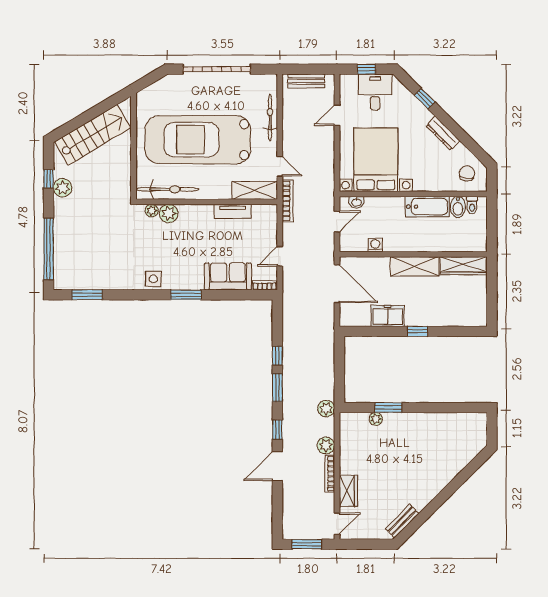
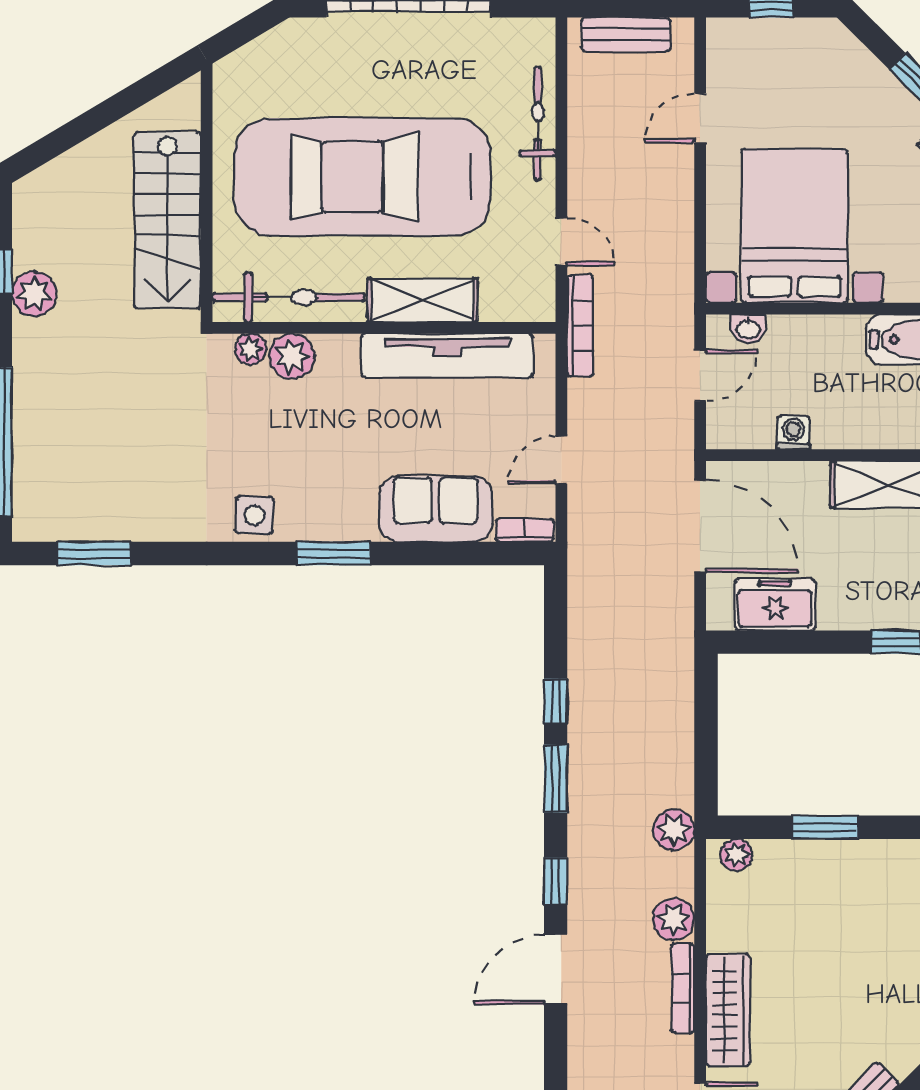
desk: (375, 92) -> (793, 61), removed
stairs: (93, 135) -> (167, 220), moved, turned 121
shelving: (255, 190) -> (423, 300), moved
tv unit: (233, 211) -> (447, 356), width x1.92, depth x1.29
freezer: (388, 316) -> (775, 605), moved
plant: (376, 419) -> (736, 855), moved
wardrobe: (348, 491) -> (728, 1010), width x1.50

